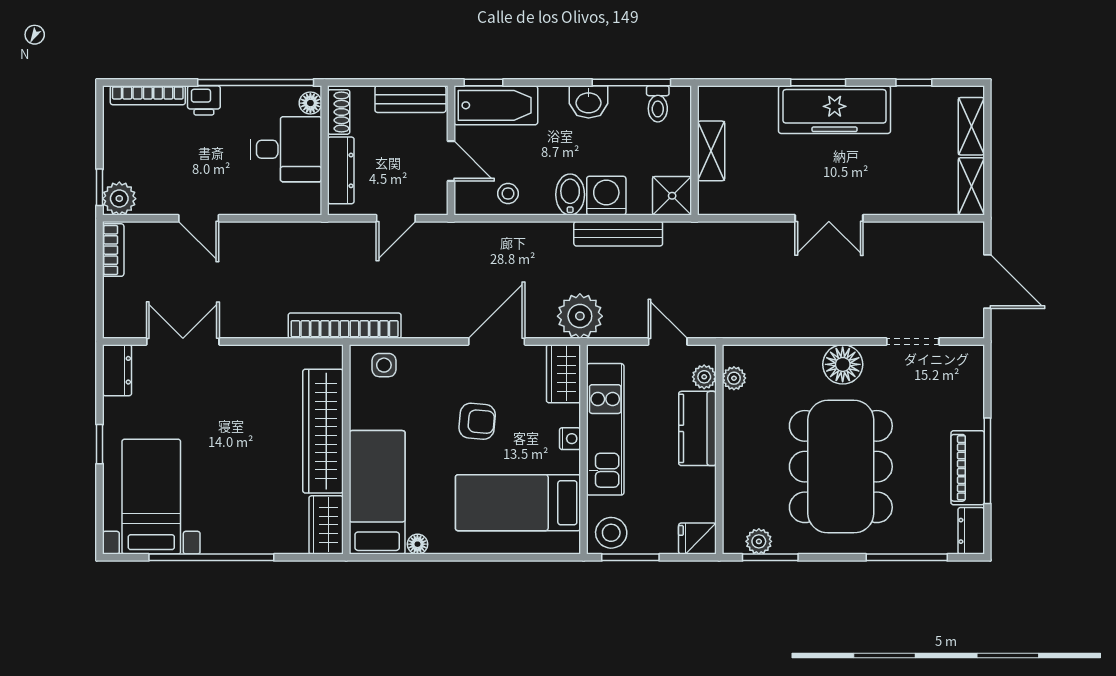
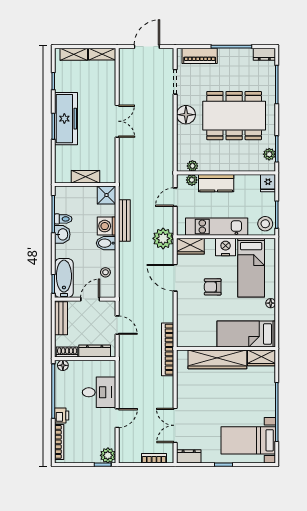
toilet: (658, 104) -> (63, 219), moved
desk: (286, 149) -> (99, 392), moved, turned 90
bookcase: (113, 250) -> (154, 458), moved
side table: (384, 365) -> (186, 331), removed
armchair: (477, 421) -> (213, 287), turned -95
nightstand: (570, 439) -> (226, 247), width x1.89, depth x1.79
piano: (968, 468) -> (200, 56), moved
floor lamp: (417, 544) -> (271, 303), moved

